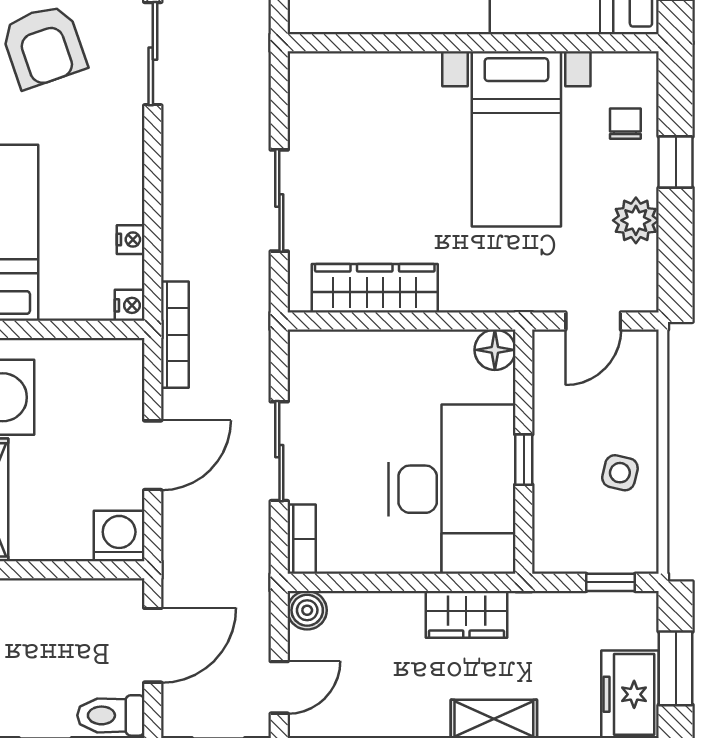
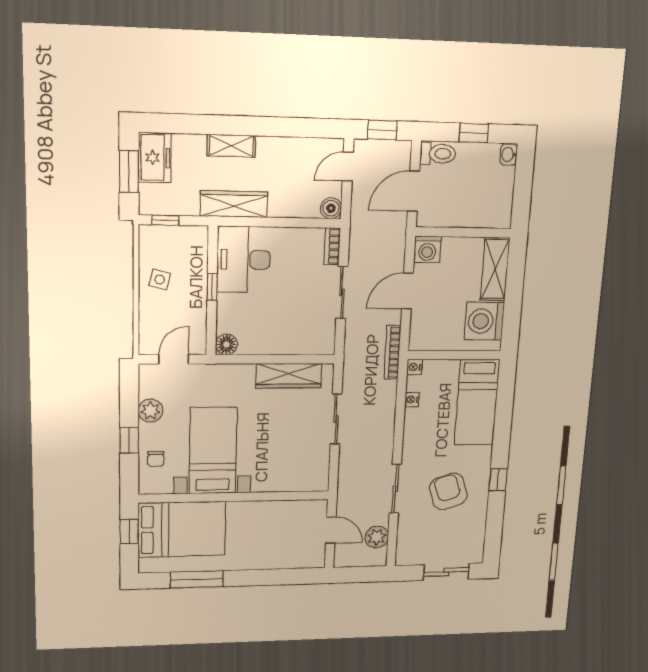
desk: (452, 489) -> (244, 260), width x0.73, depth x0.77
wardrobe: (466, 614) -> (234, 204), width x1.50

